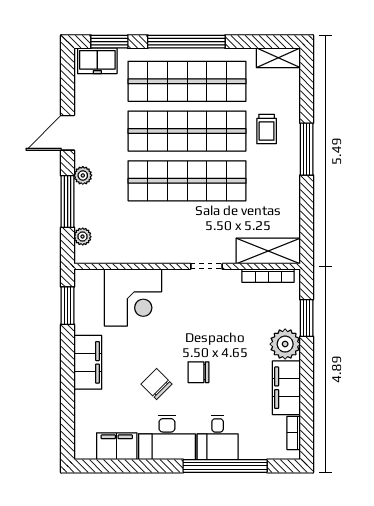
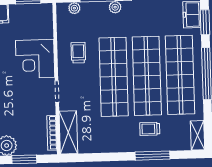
window: (307, 149) -> (152, 156), moved
trolley: (149, 233) -> (78, 53), added
corner desk: (133, 297) -> (35, 59), moved

